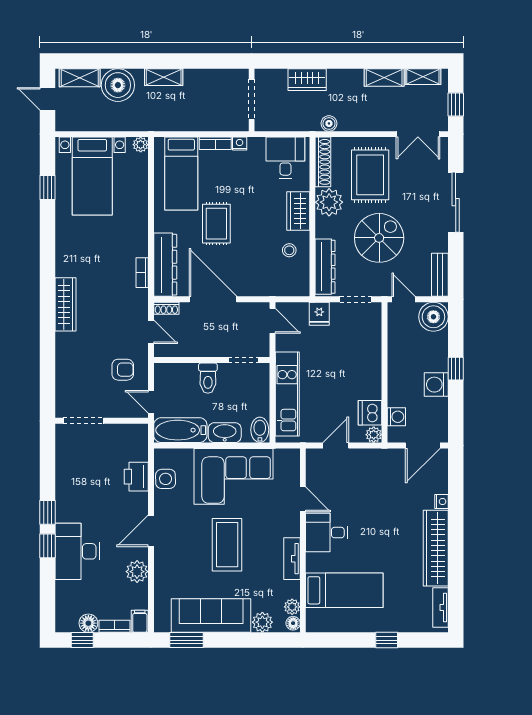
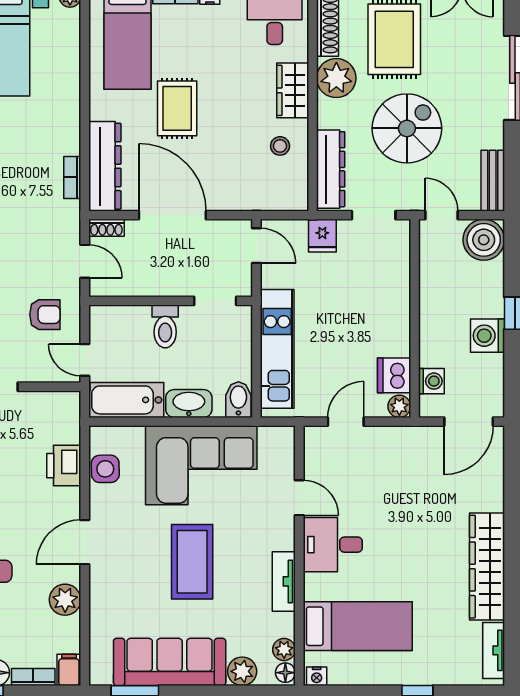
nightstand: (441, 502) -> (317, 676), moved, turned 90

